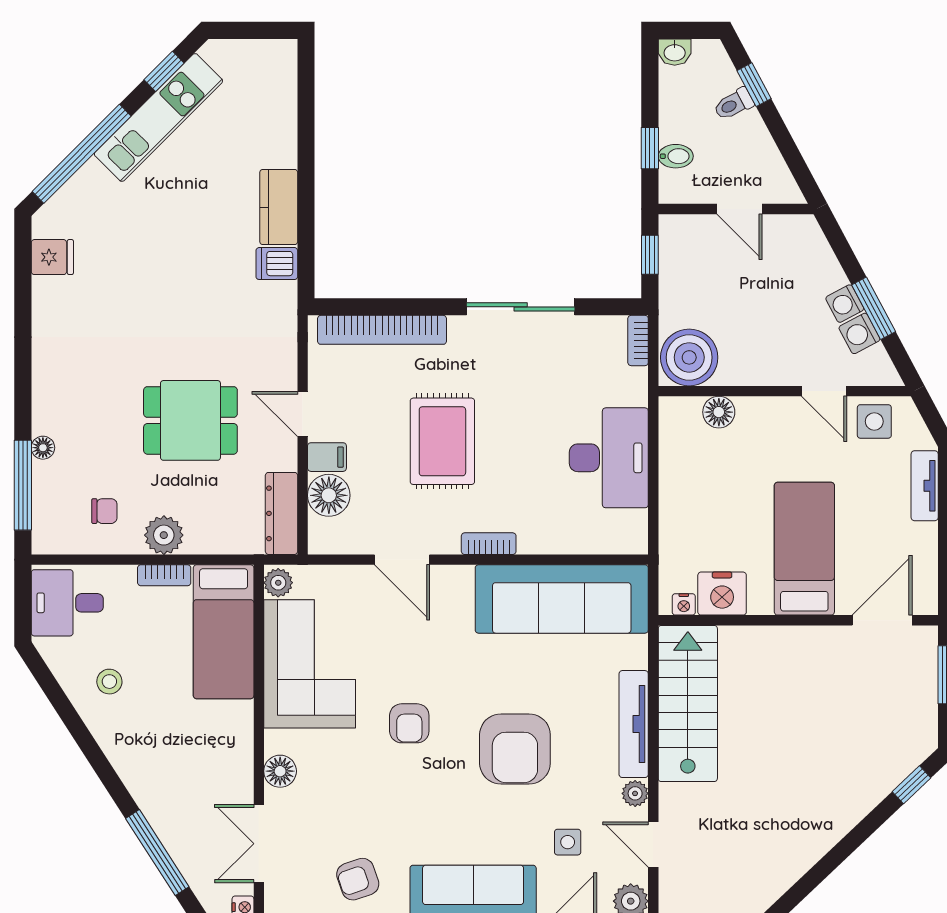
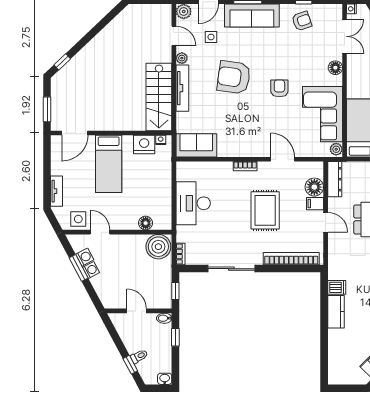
bidet: (676, 156) -> (164, 318), moved
sofa: (562, 599) -> (196, 145), width x0.54, depth x0.79
armchair: (515, 749) -> (234, 77), turned -82

